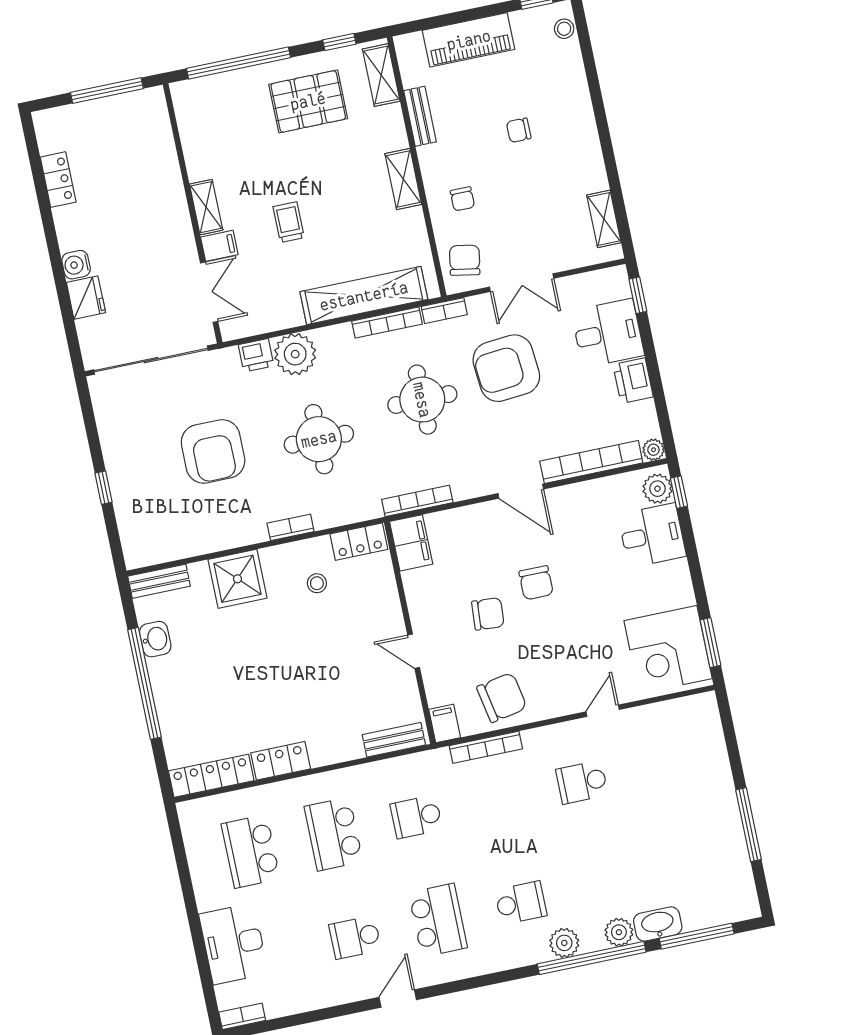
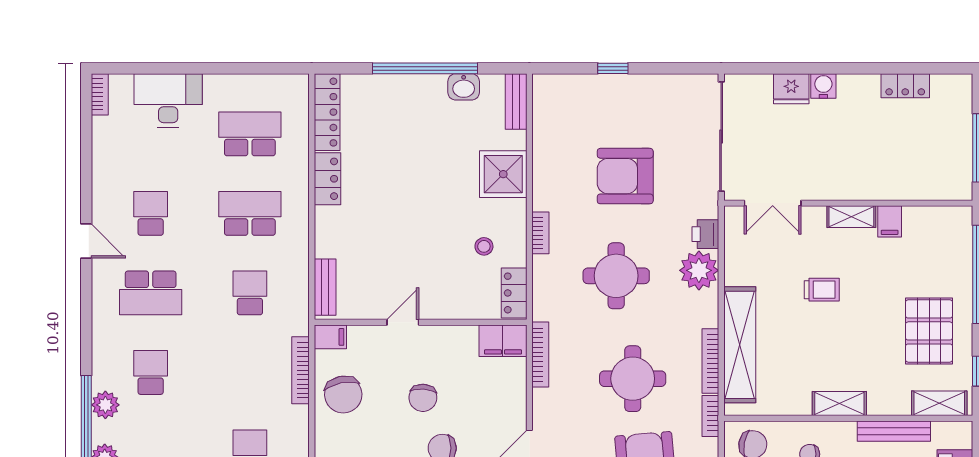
bench: (420, 116) -> (894, 431), width x1.36
filing cabinet: (219, 246) -> (890, 221), moved
school desk: (521, 903) -> (151, 372), turned 180

